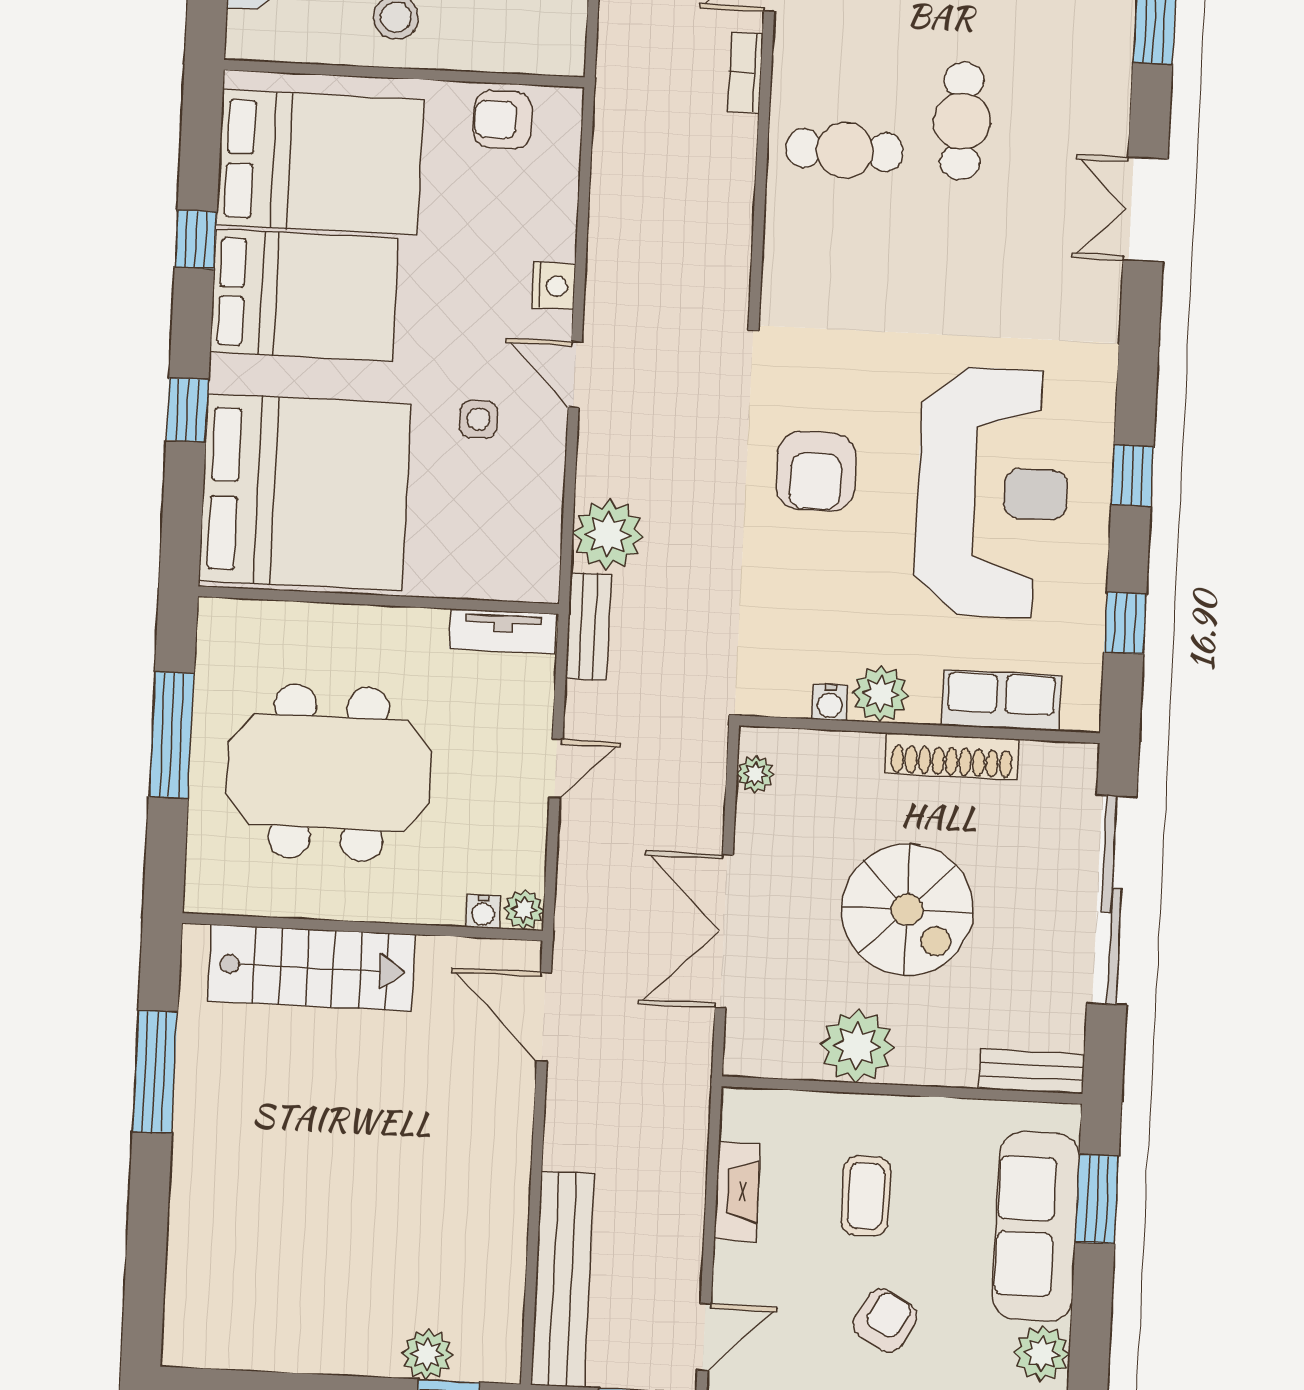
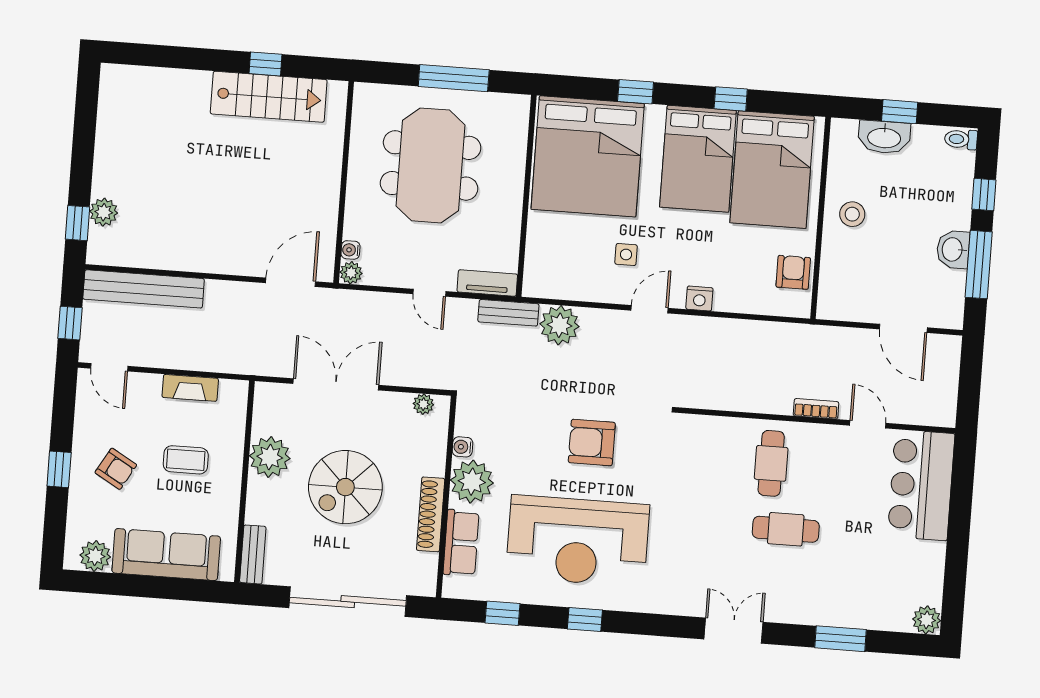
tv unit: (503, 631) -> (487, 283), moved, turned 90
plant: (880, 694) -> (472, 482), width x1.36, depth x1.36
stairs: (311, 968) -> (269, 97), moved, turned -90
window: (155, 1072) -> (266, 64), width x0.46
window: (1097, 1199) -> (181, 589), removed

